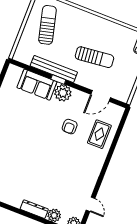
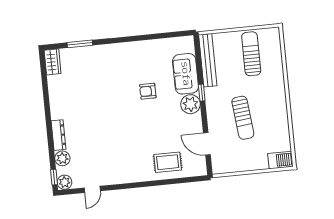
sun lounger: (48, 25) -> (251, 54), turned -76
bench: (54, 69) -> (208, 60), moved
armchair: (70, 127) -> (148, 91), moved

